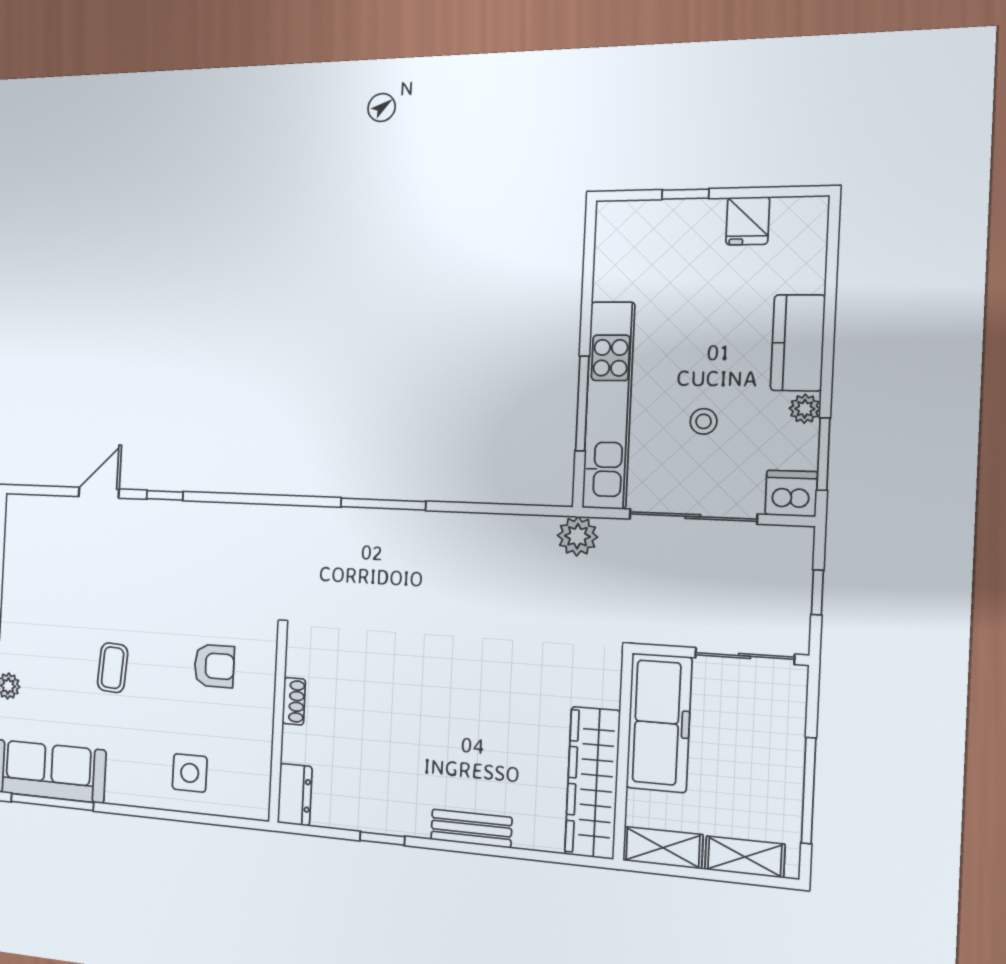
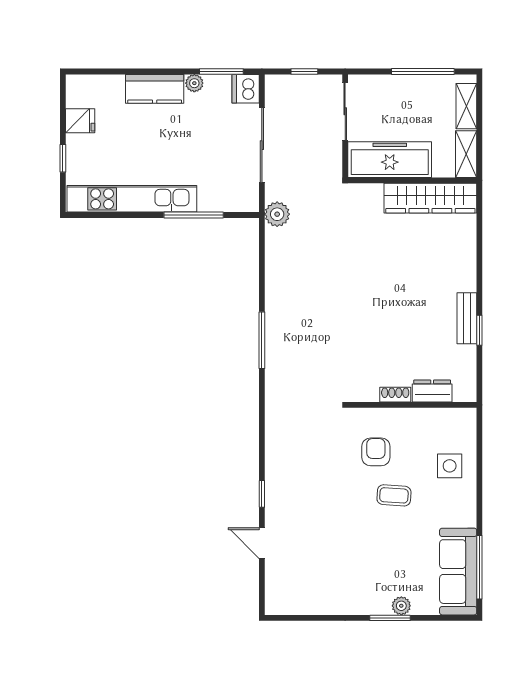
kitchen unit: (608, 405) -> (132, 199), moved
stool: (704, 421) -> (203, 141), removed
coffee table: (113, 668) -> (394, 495), moved
dresser: (295, 795) -> (432, 391), moved
bench: (471, 829) -> (467, 318), moved

